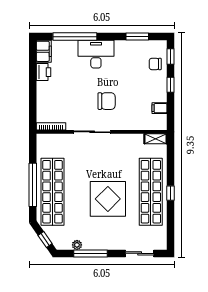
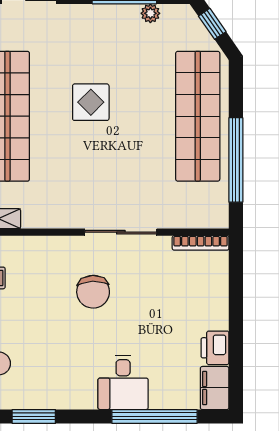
desk: (96, 54) -> (123, 382), width x0.73
chair: (107, 101) -> (93, 292), turned -92
window: (33, 185) -> (236, 160), moved
display table: (108, 199) -> (91, 102), width x0.54, depth x0.54

